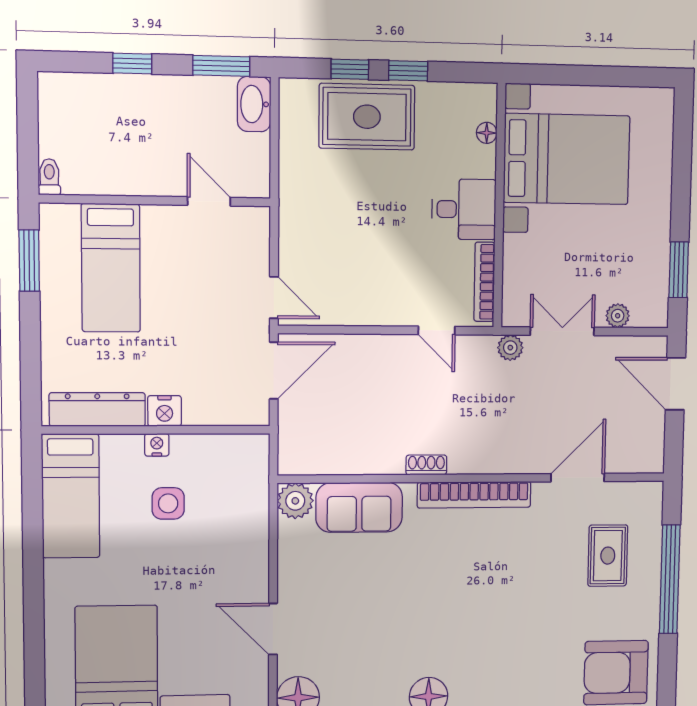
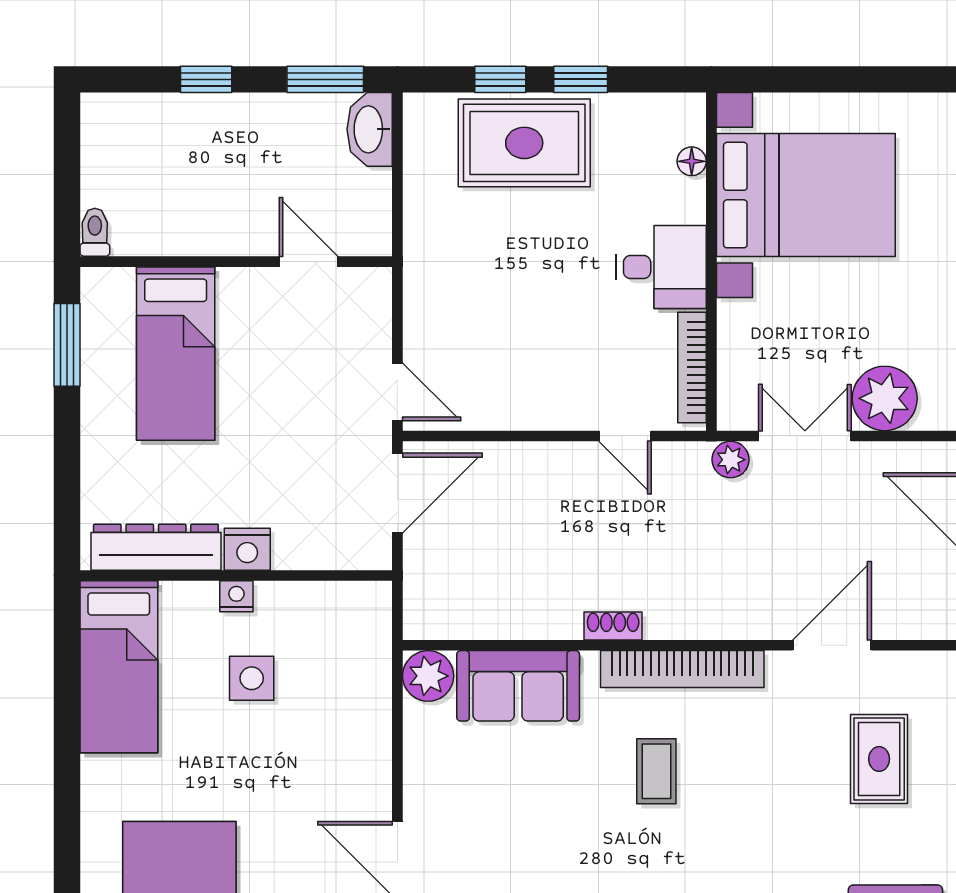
plant: (618, 316) -> (885, 398), width x1.88, depth x1.88
coffee table: (455, 566) -> (656, 771), added

